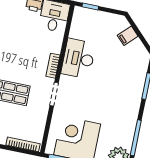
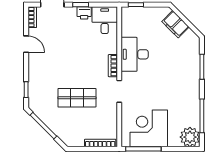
filing cabinet: (128, 36) -> (175, 24), width x2.00

